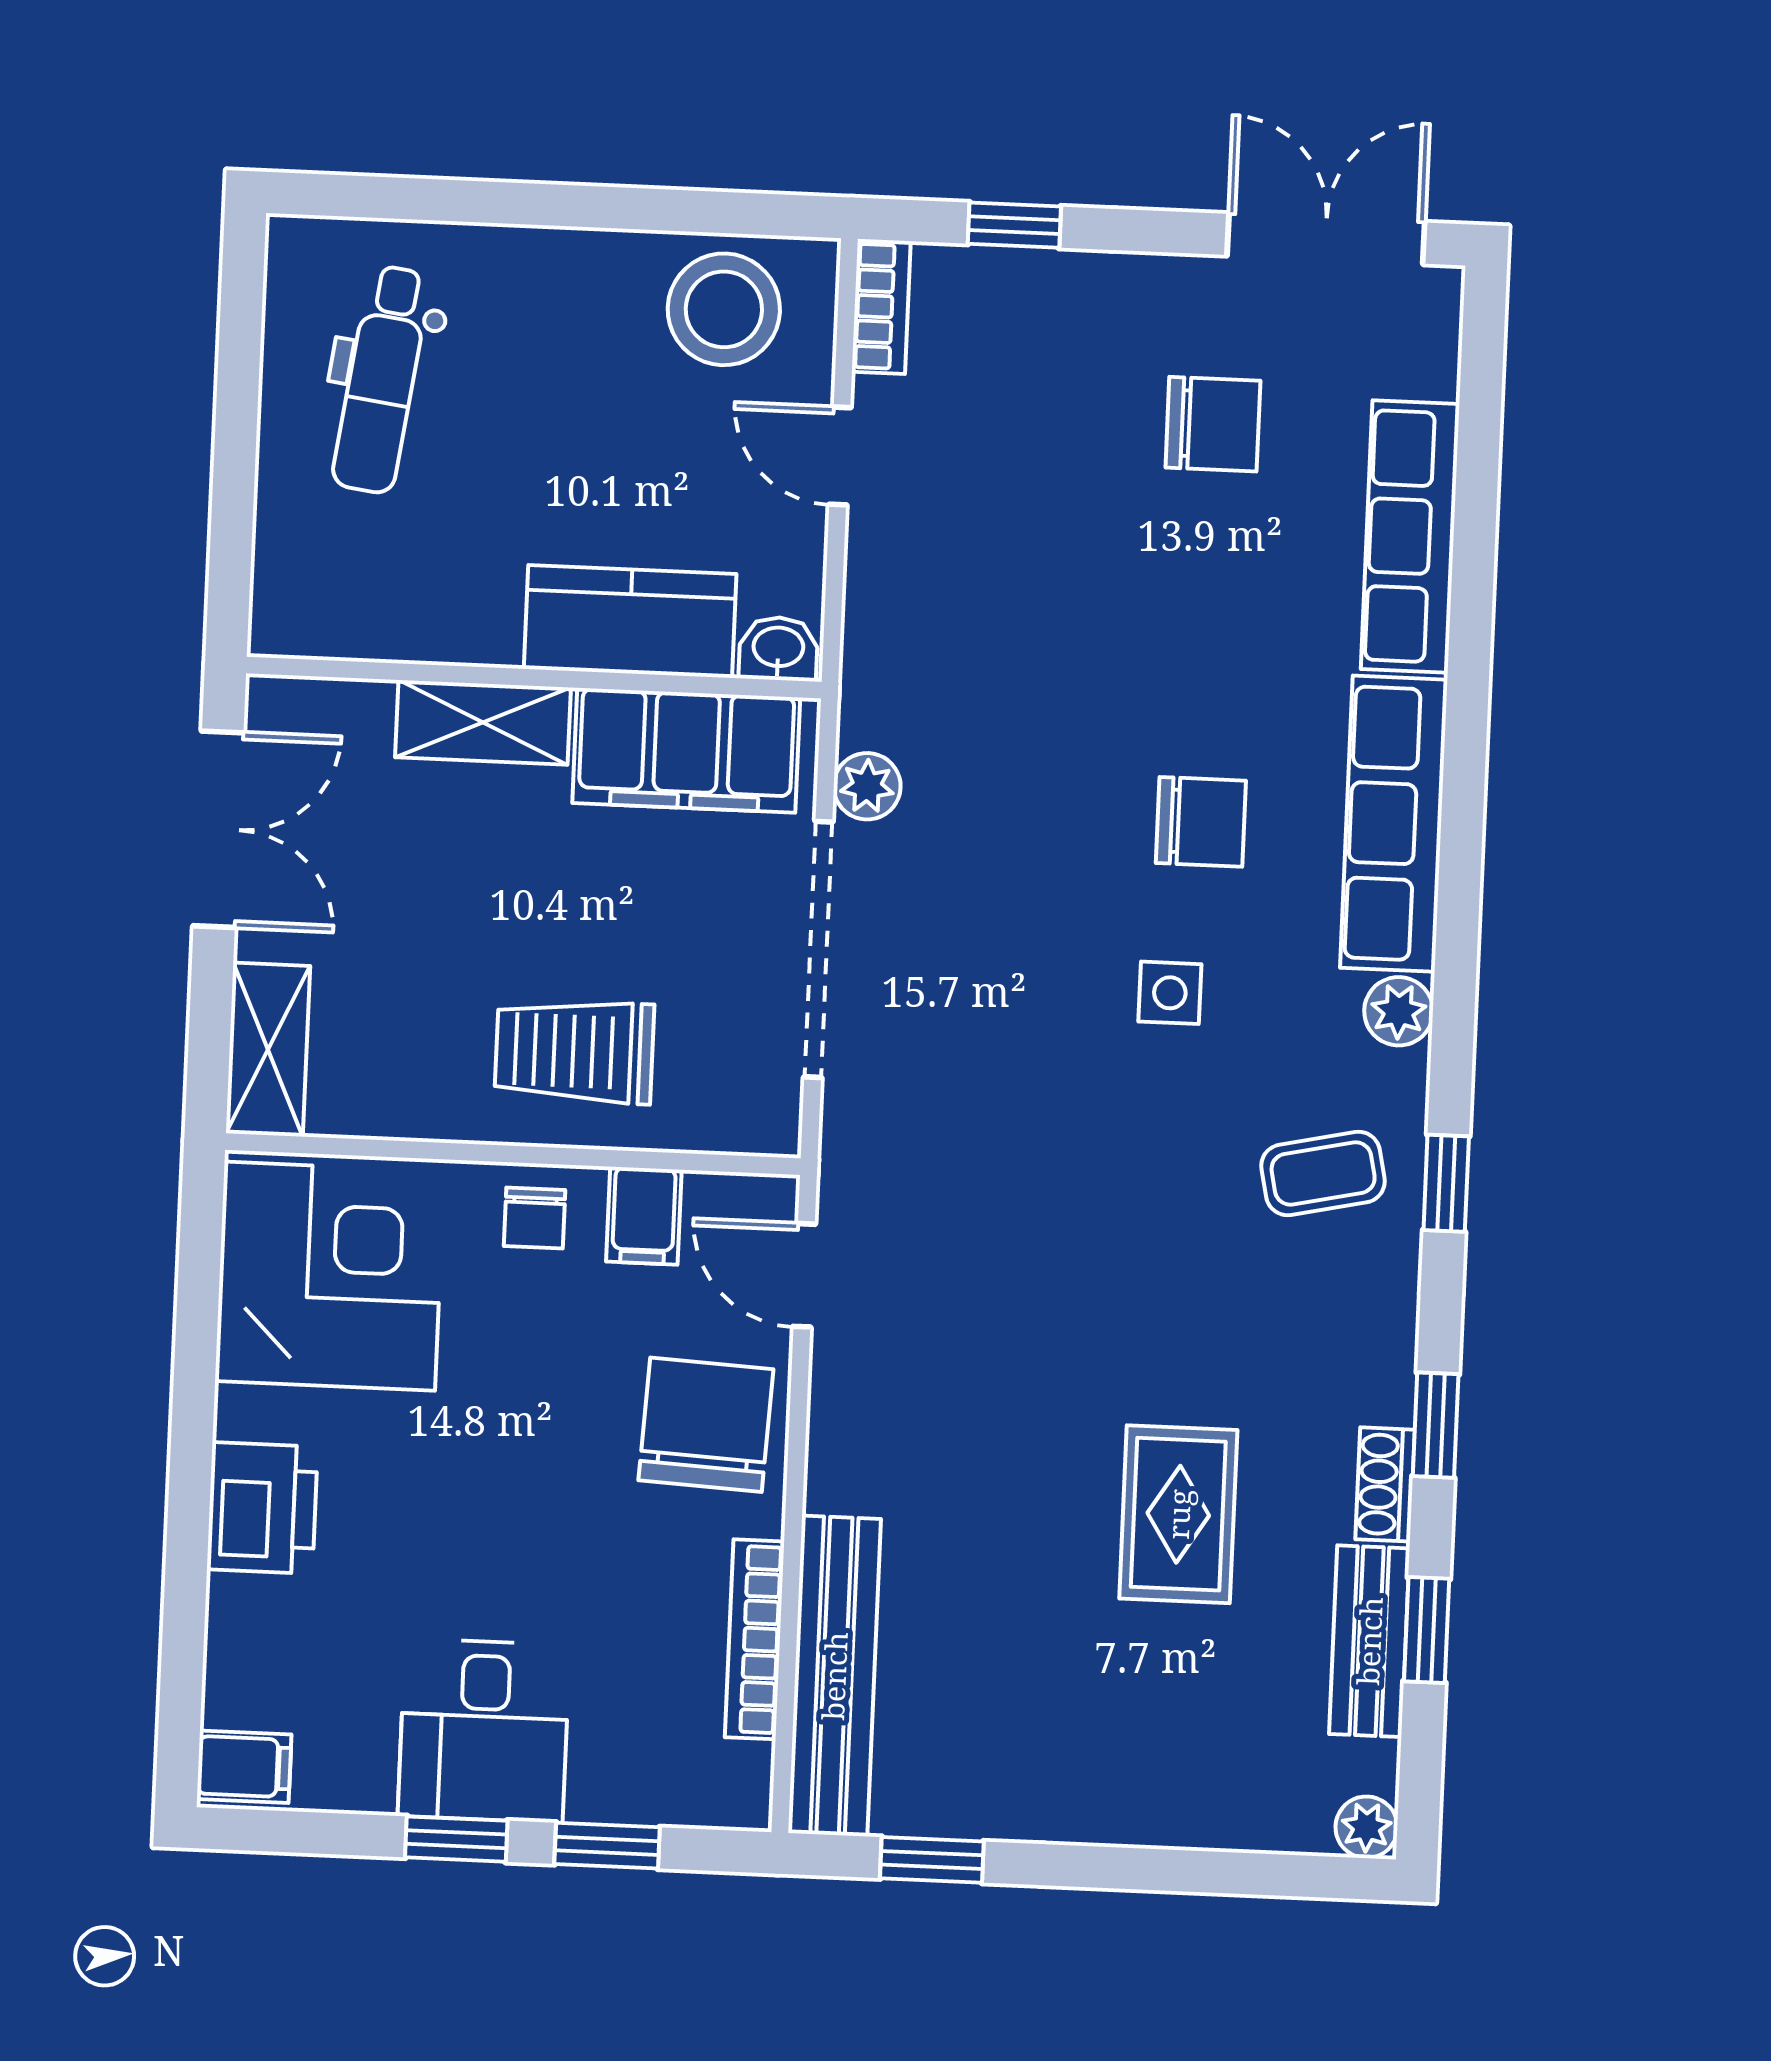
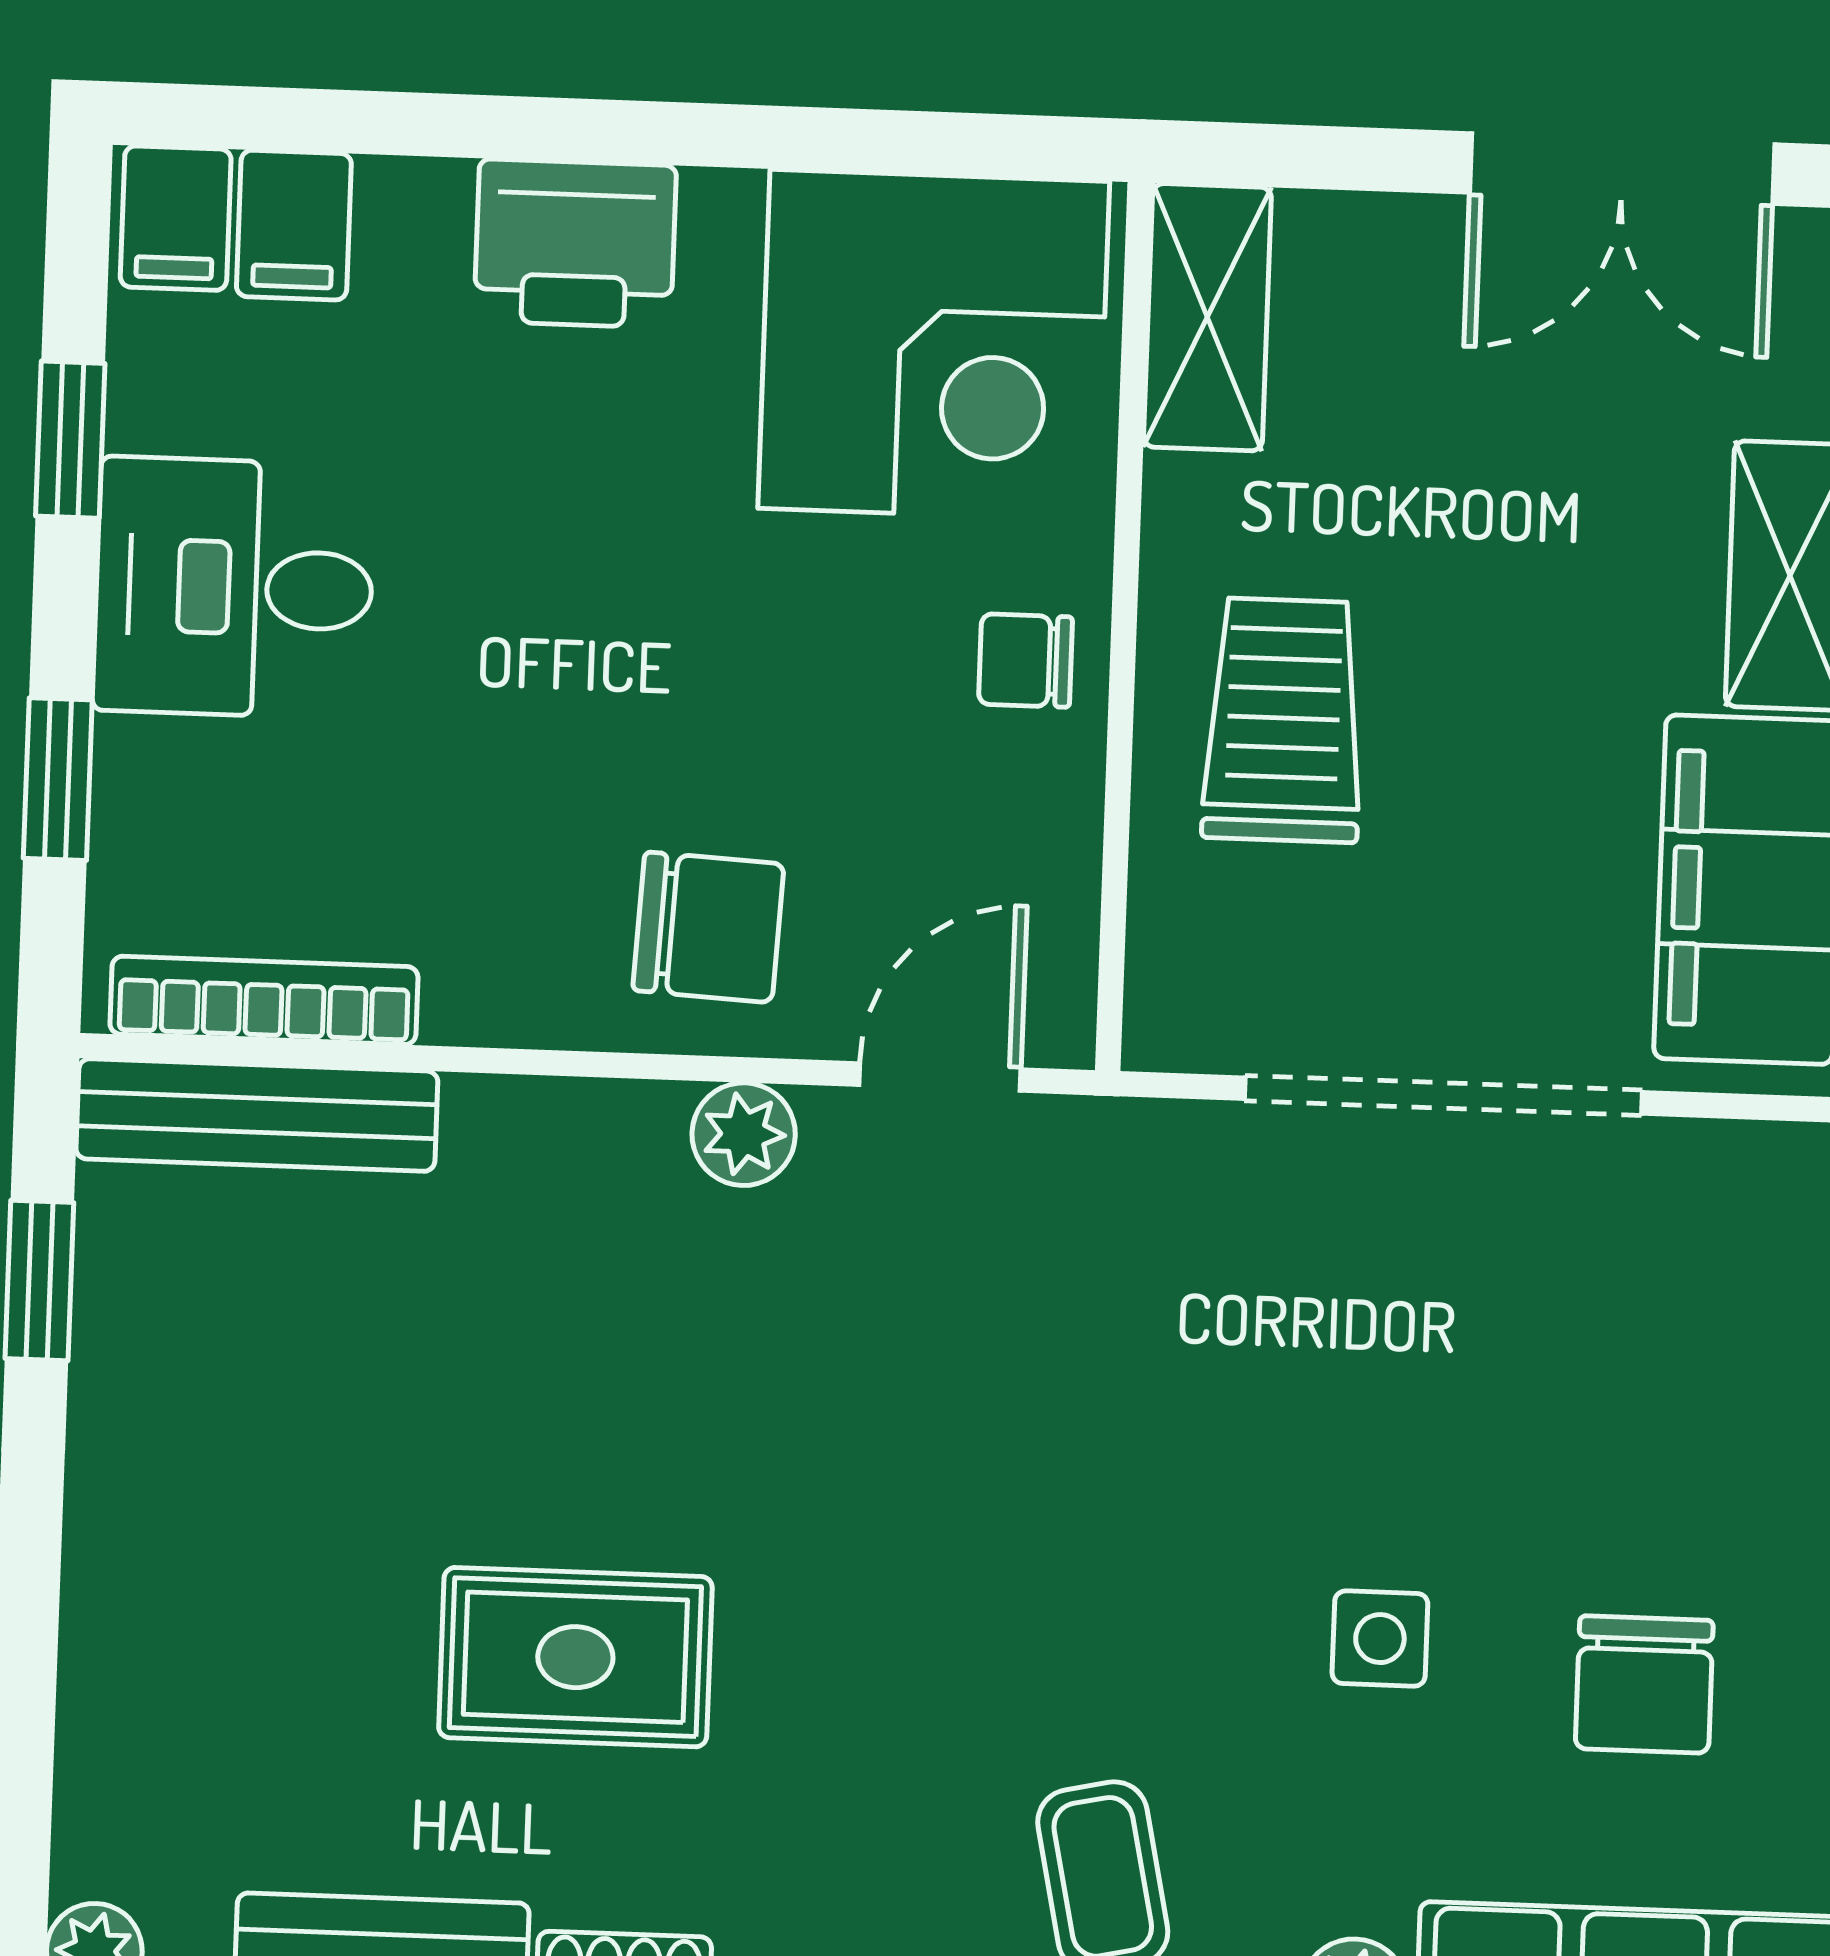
plant: (867, 786) -> (744, 1134), moved
shelving: (268, 1050) -> (1207, 317), moved, turned 90
filing cabinet: (644, 1216) -> (294, 225), moved, turned -90
chair: (706, 1425) -> (708, 927), width x0.73, depth x0.73
bookcase: (755, 1639) -> (264, 1000), moved
bench: (834, 1676) -> (257, 1115), width x0.73, depth x0.82
window: (456, 1839) -> (70, 440), moved

